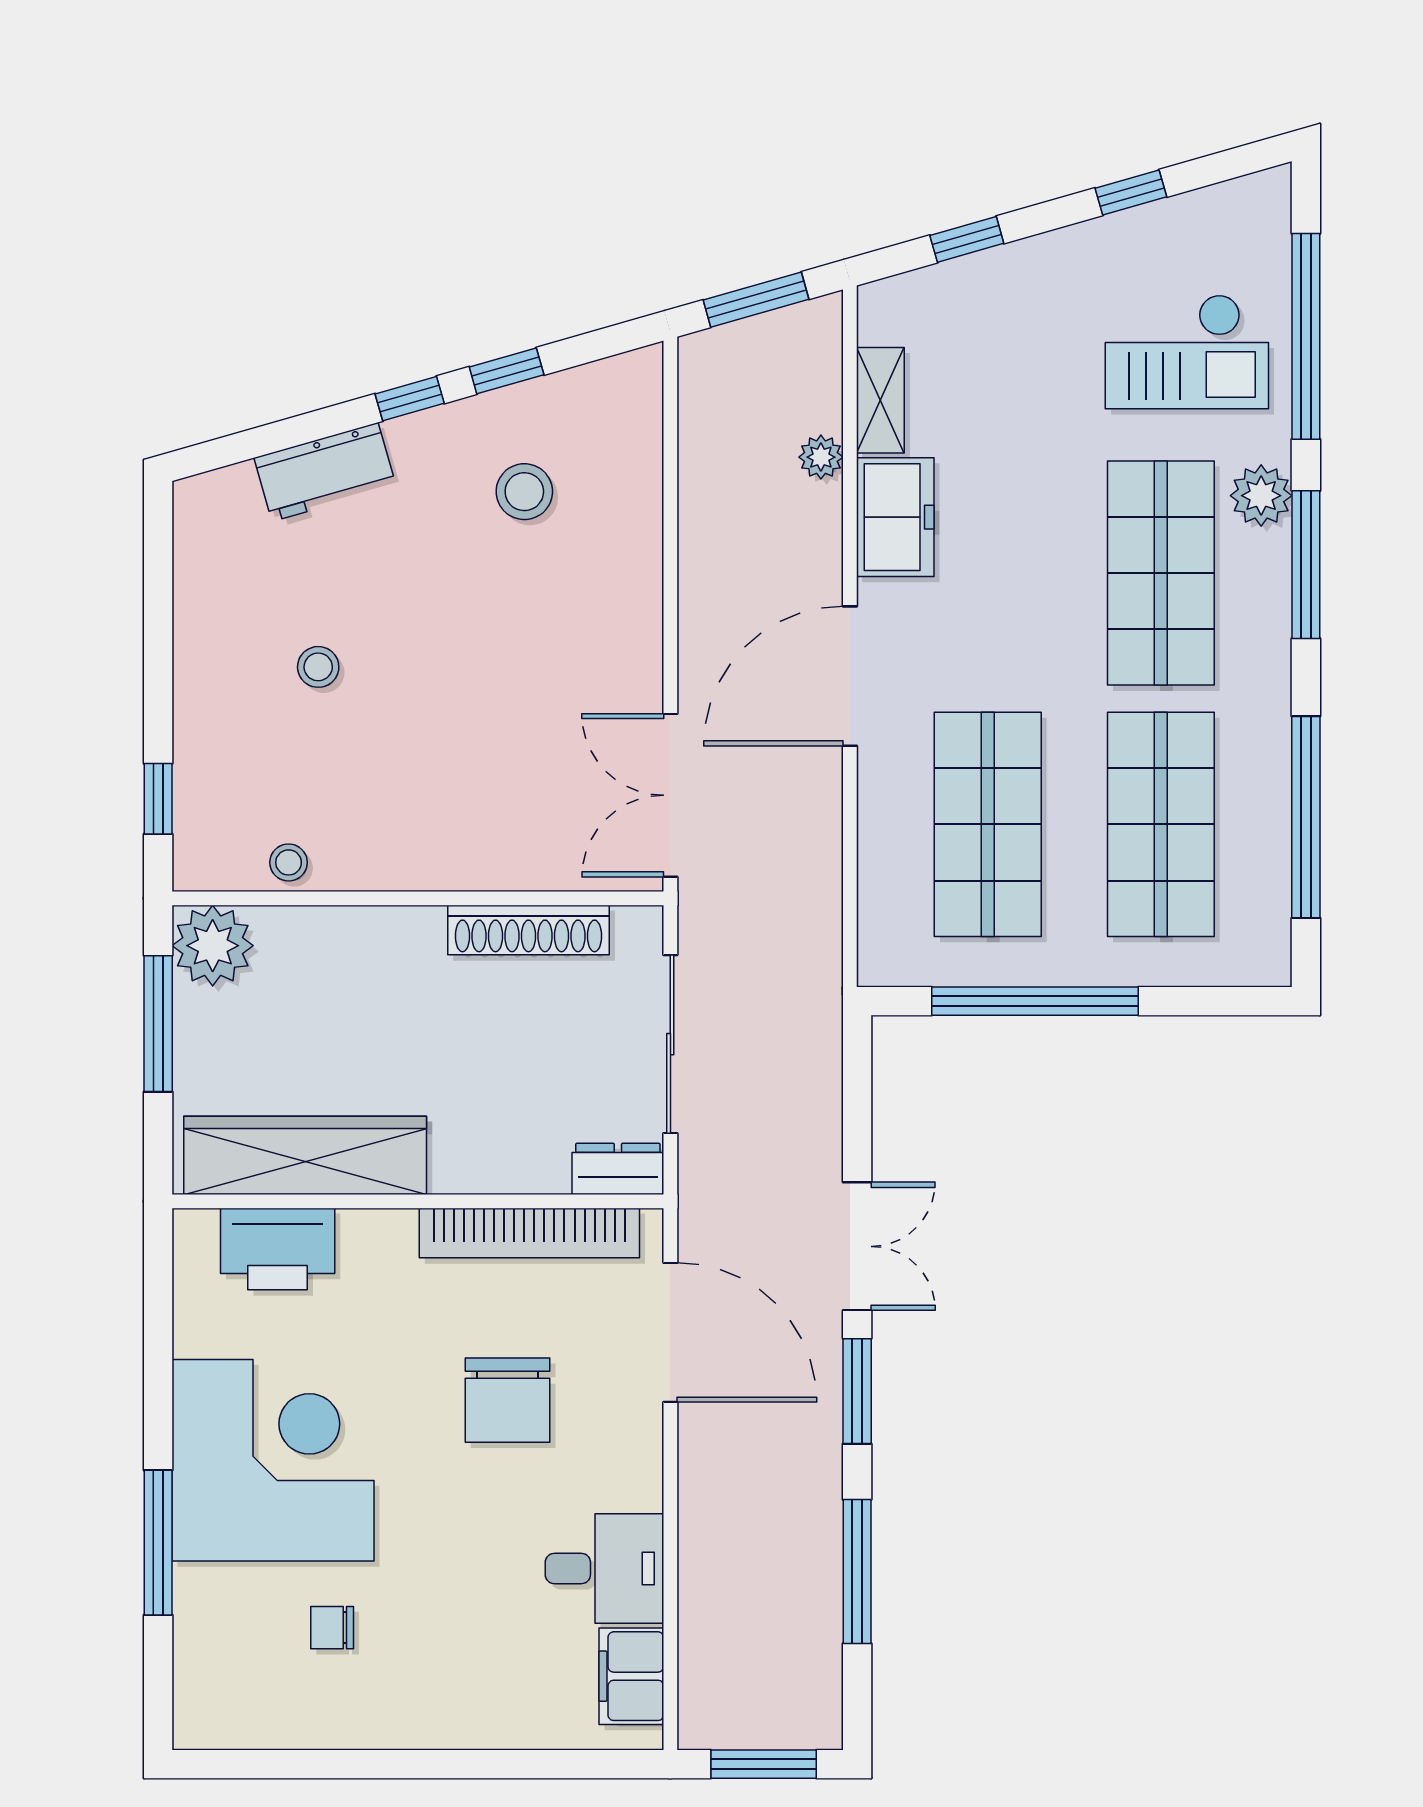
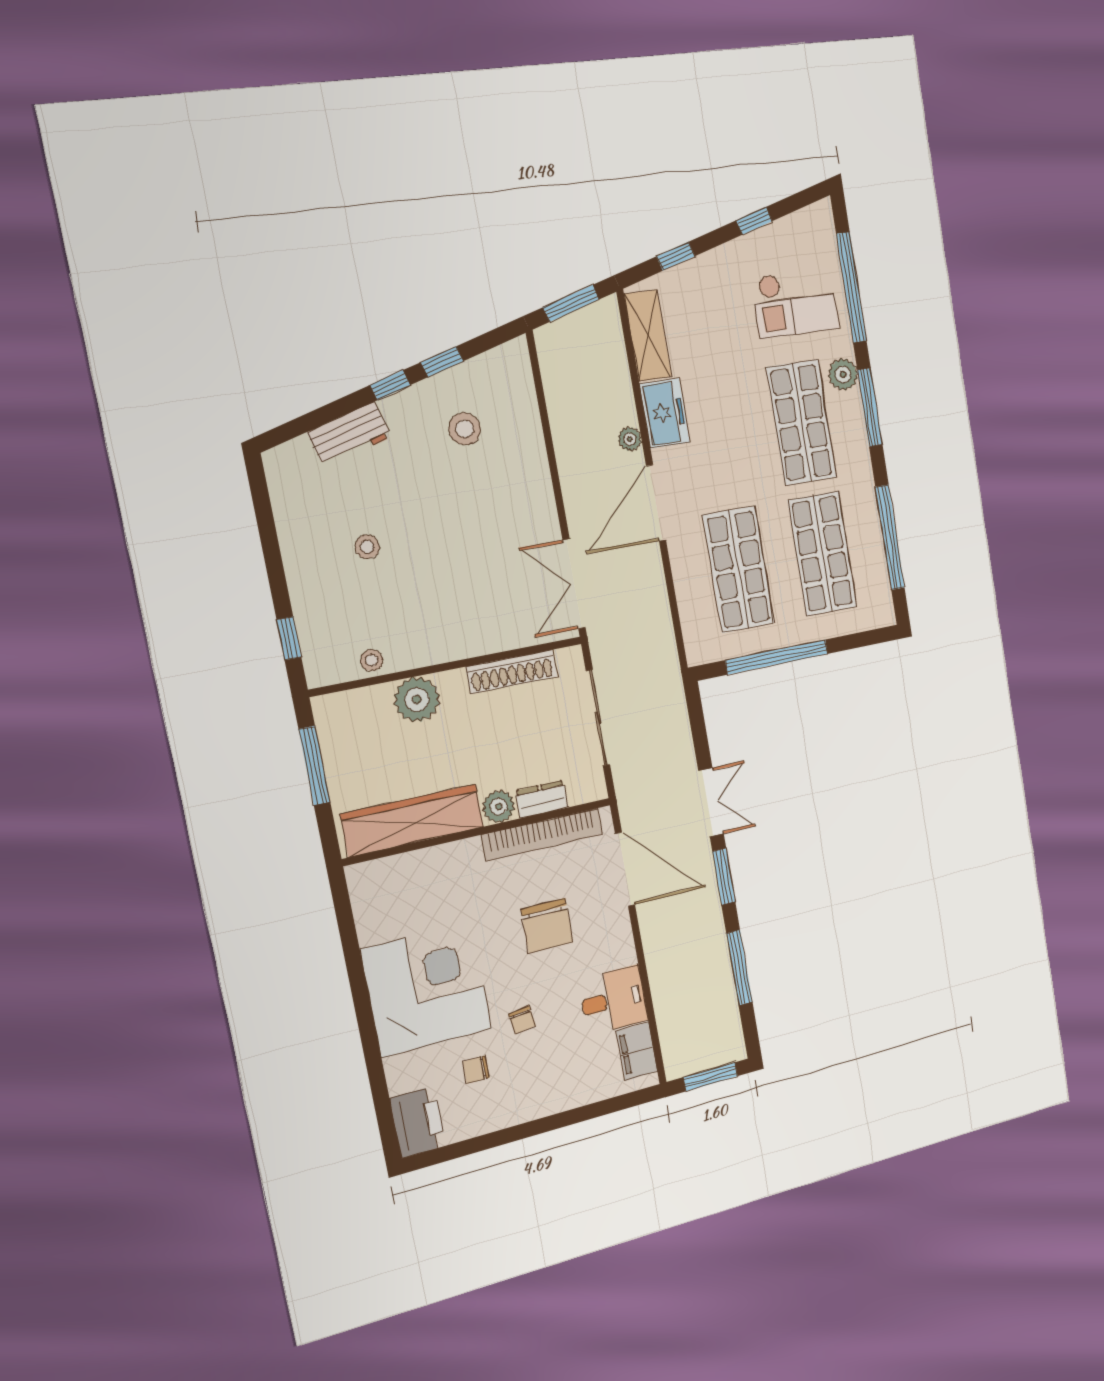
shelving: (880, 400) -> (648, 335), width x1.50, depth x1.33
plant: (821, 457) -> (630, 439), moved
plant: (213, 946) -> (417, 699), moved
plant: (461, 1165) -> (499, 807), added
dresser: (618, 1169) -> (542, 799), moved
printer: (278, 1249) -> (418, 1122), moved, turned -90
window: (158, 1543) -> (372, 1050), removed
chair: (431, 1560) -> (522, 1020), added

